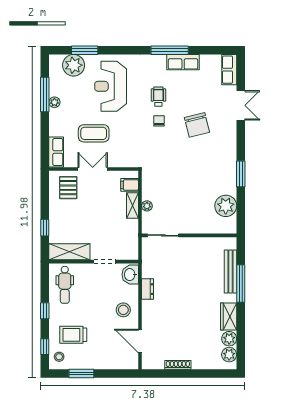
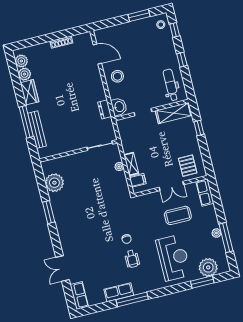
chair: (197, 125) -> (95, 243), removed
dresser: (147, 289) -> (105, 109), moved
trolley: (73, 335) -> (154, 46), removed

